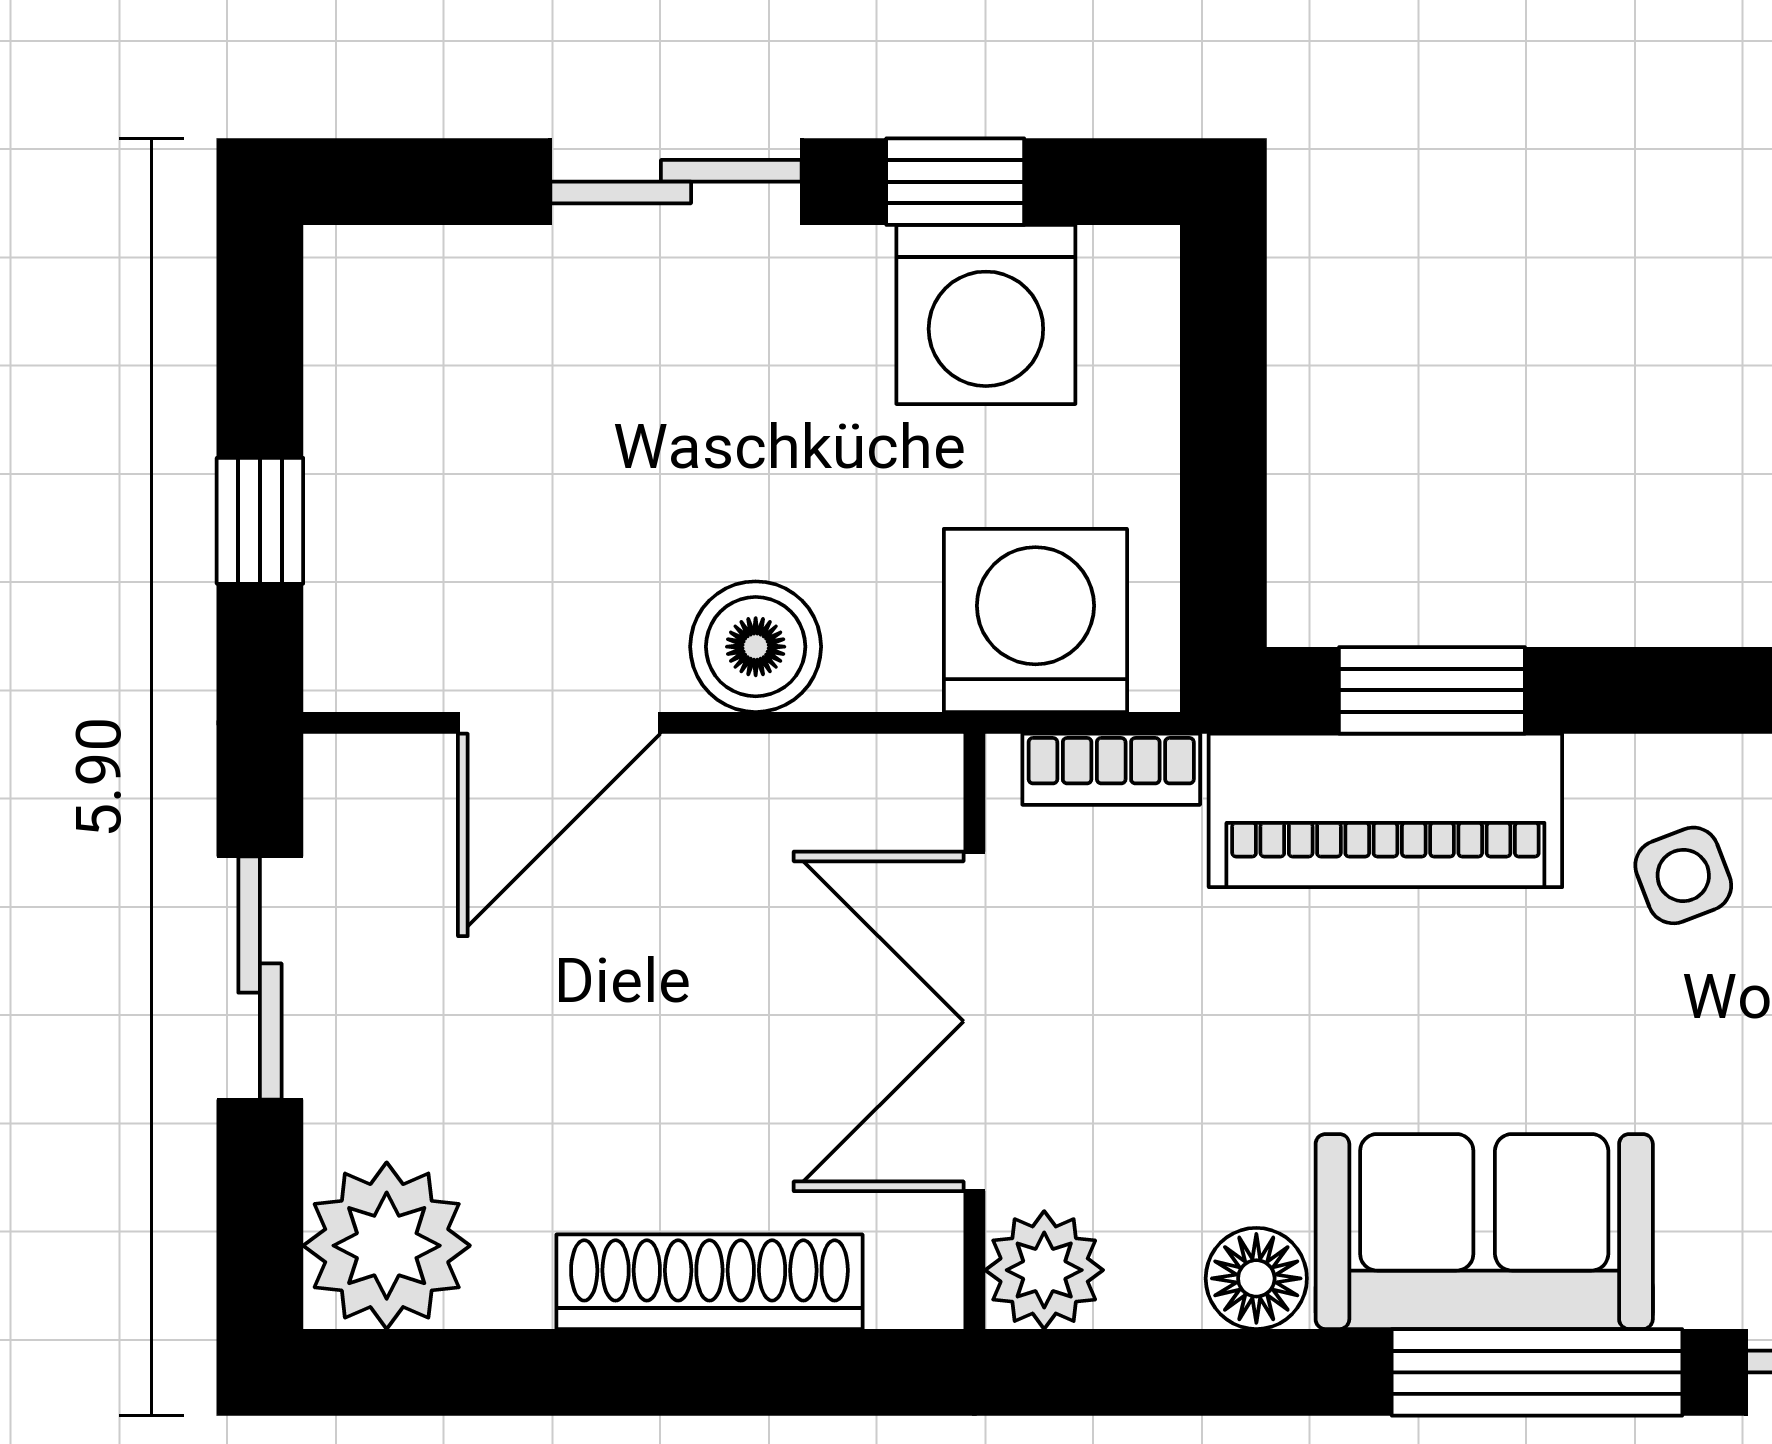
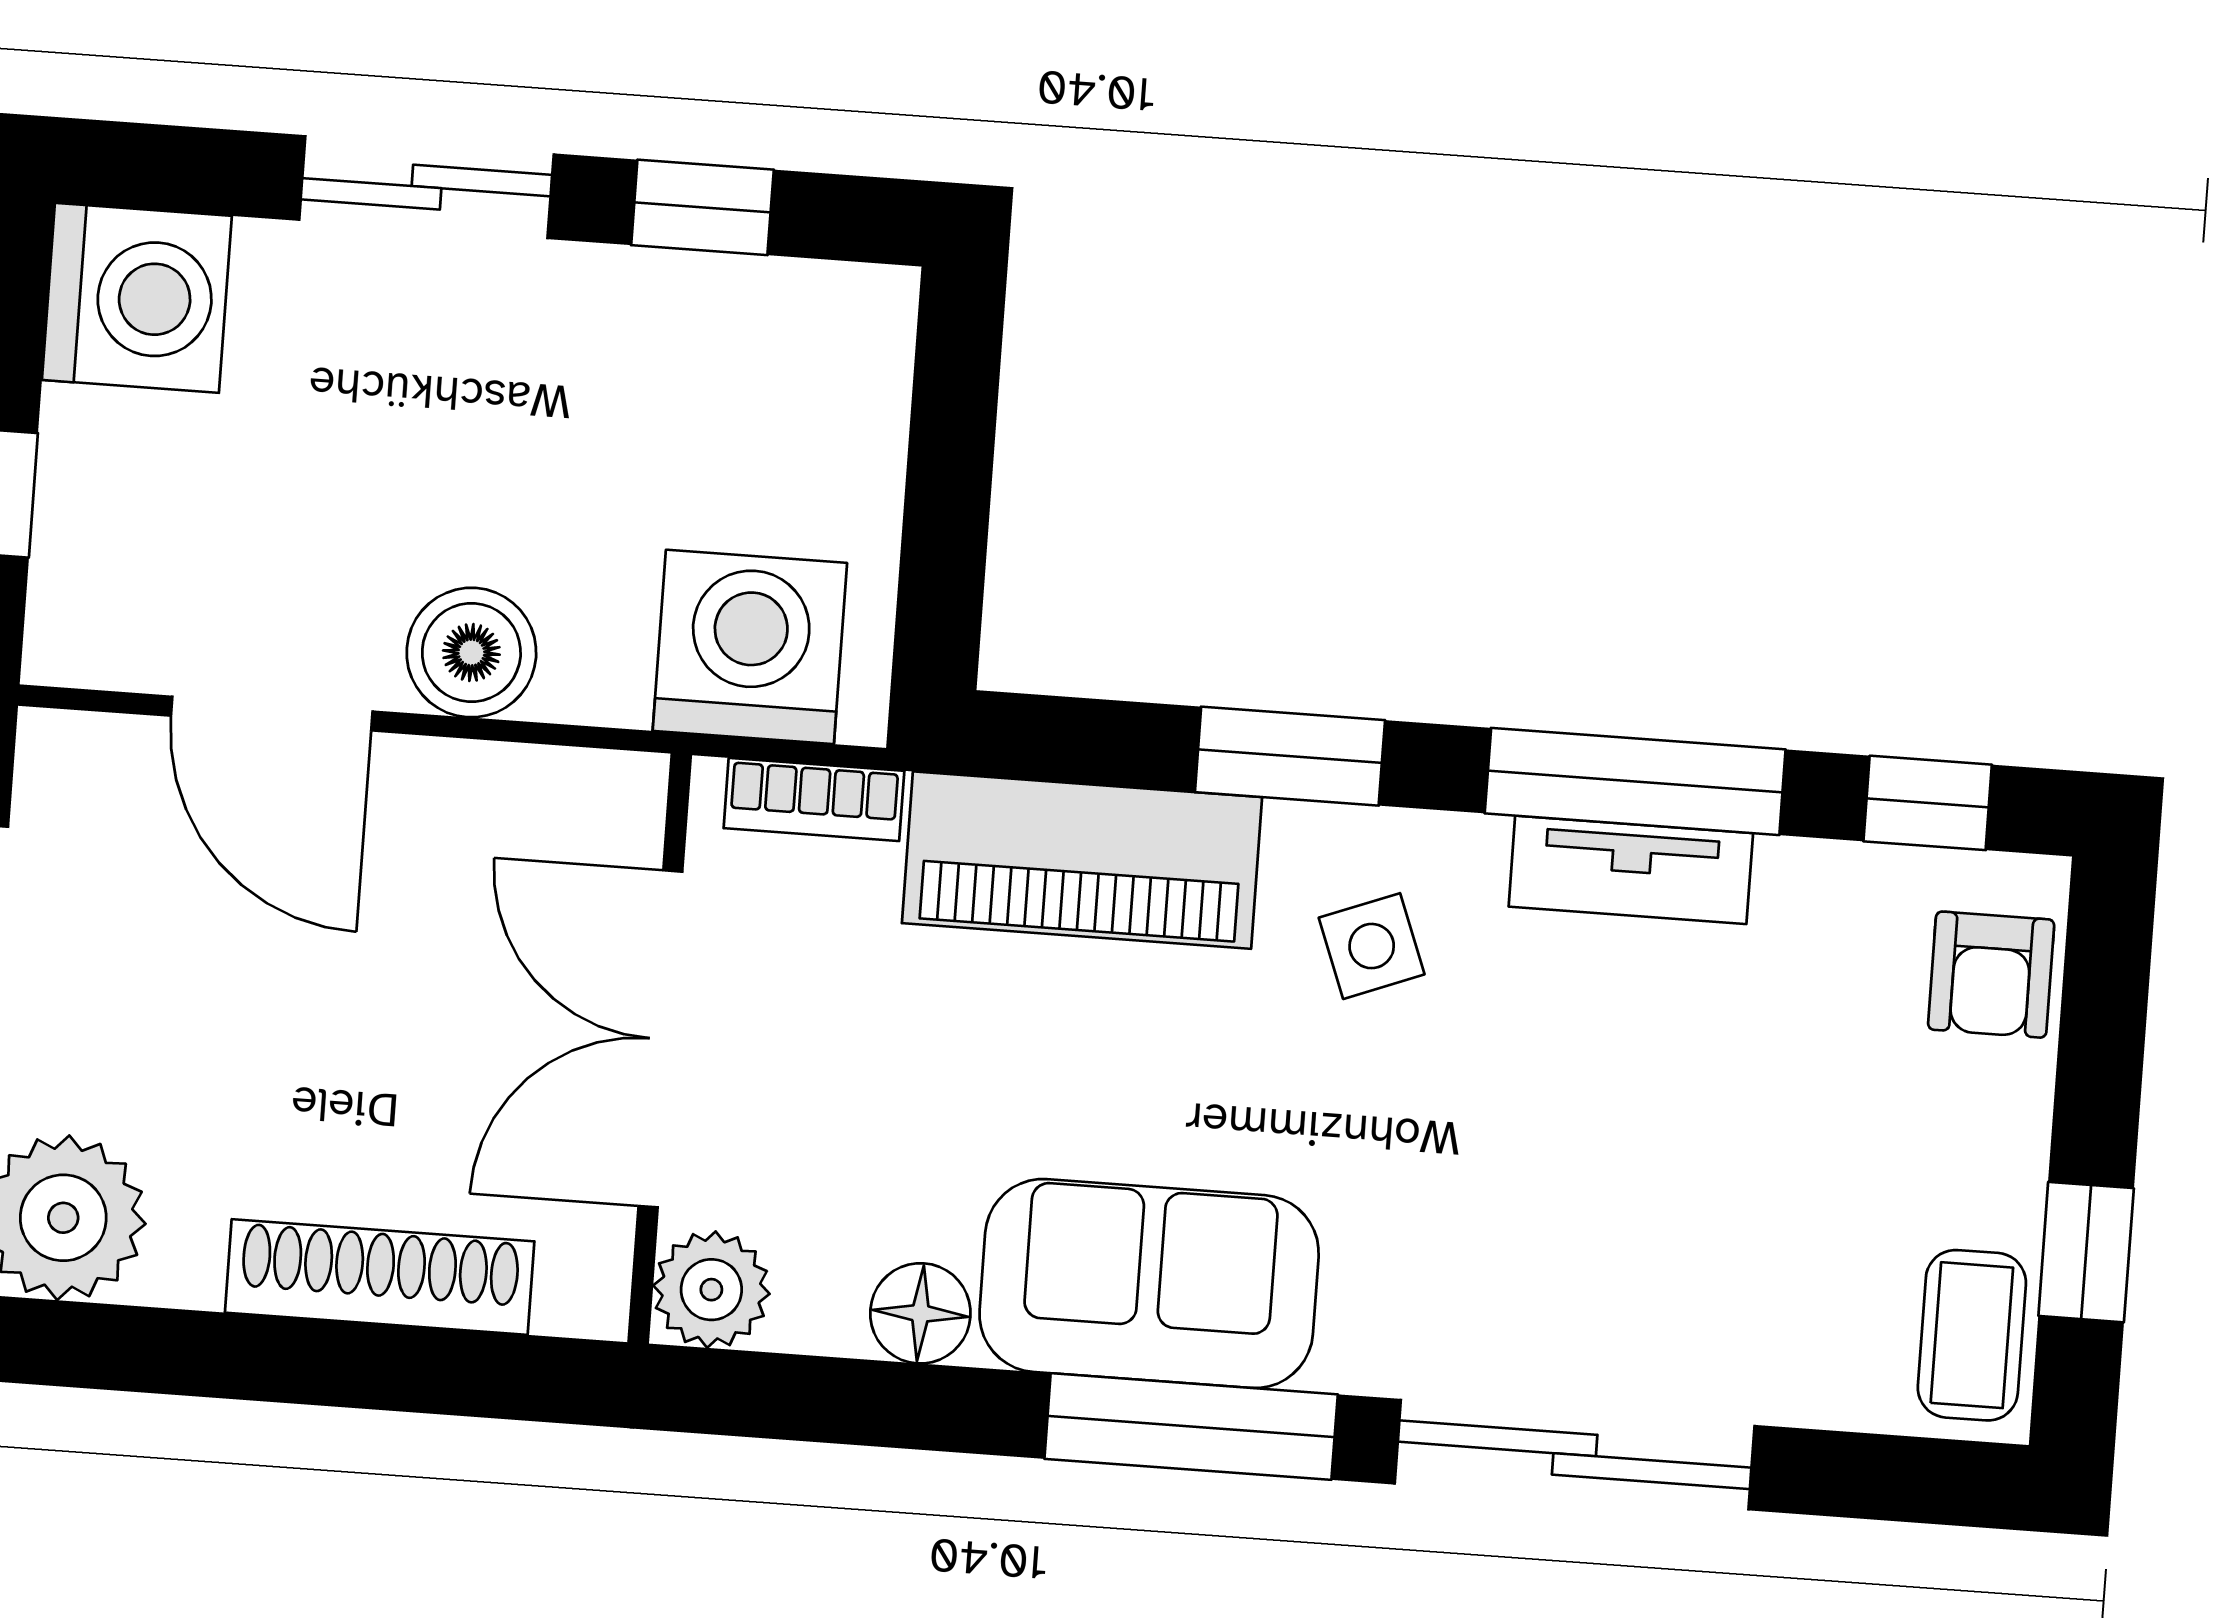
washing machine: (986, 315) -> (137, 298), moved, turned -90
window: (1432, 690) -> (1290, 756), moved
door: (559, 723) -> (272, 714), hinge flipped

